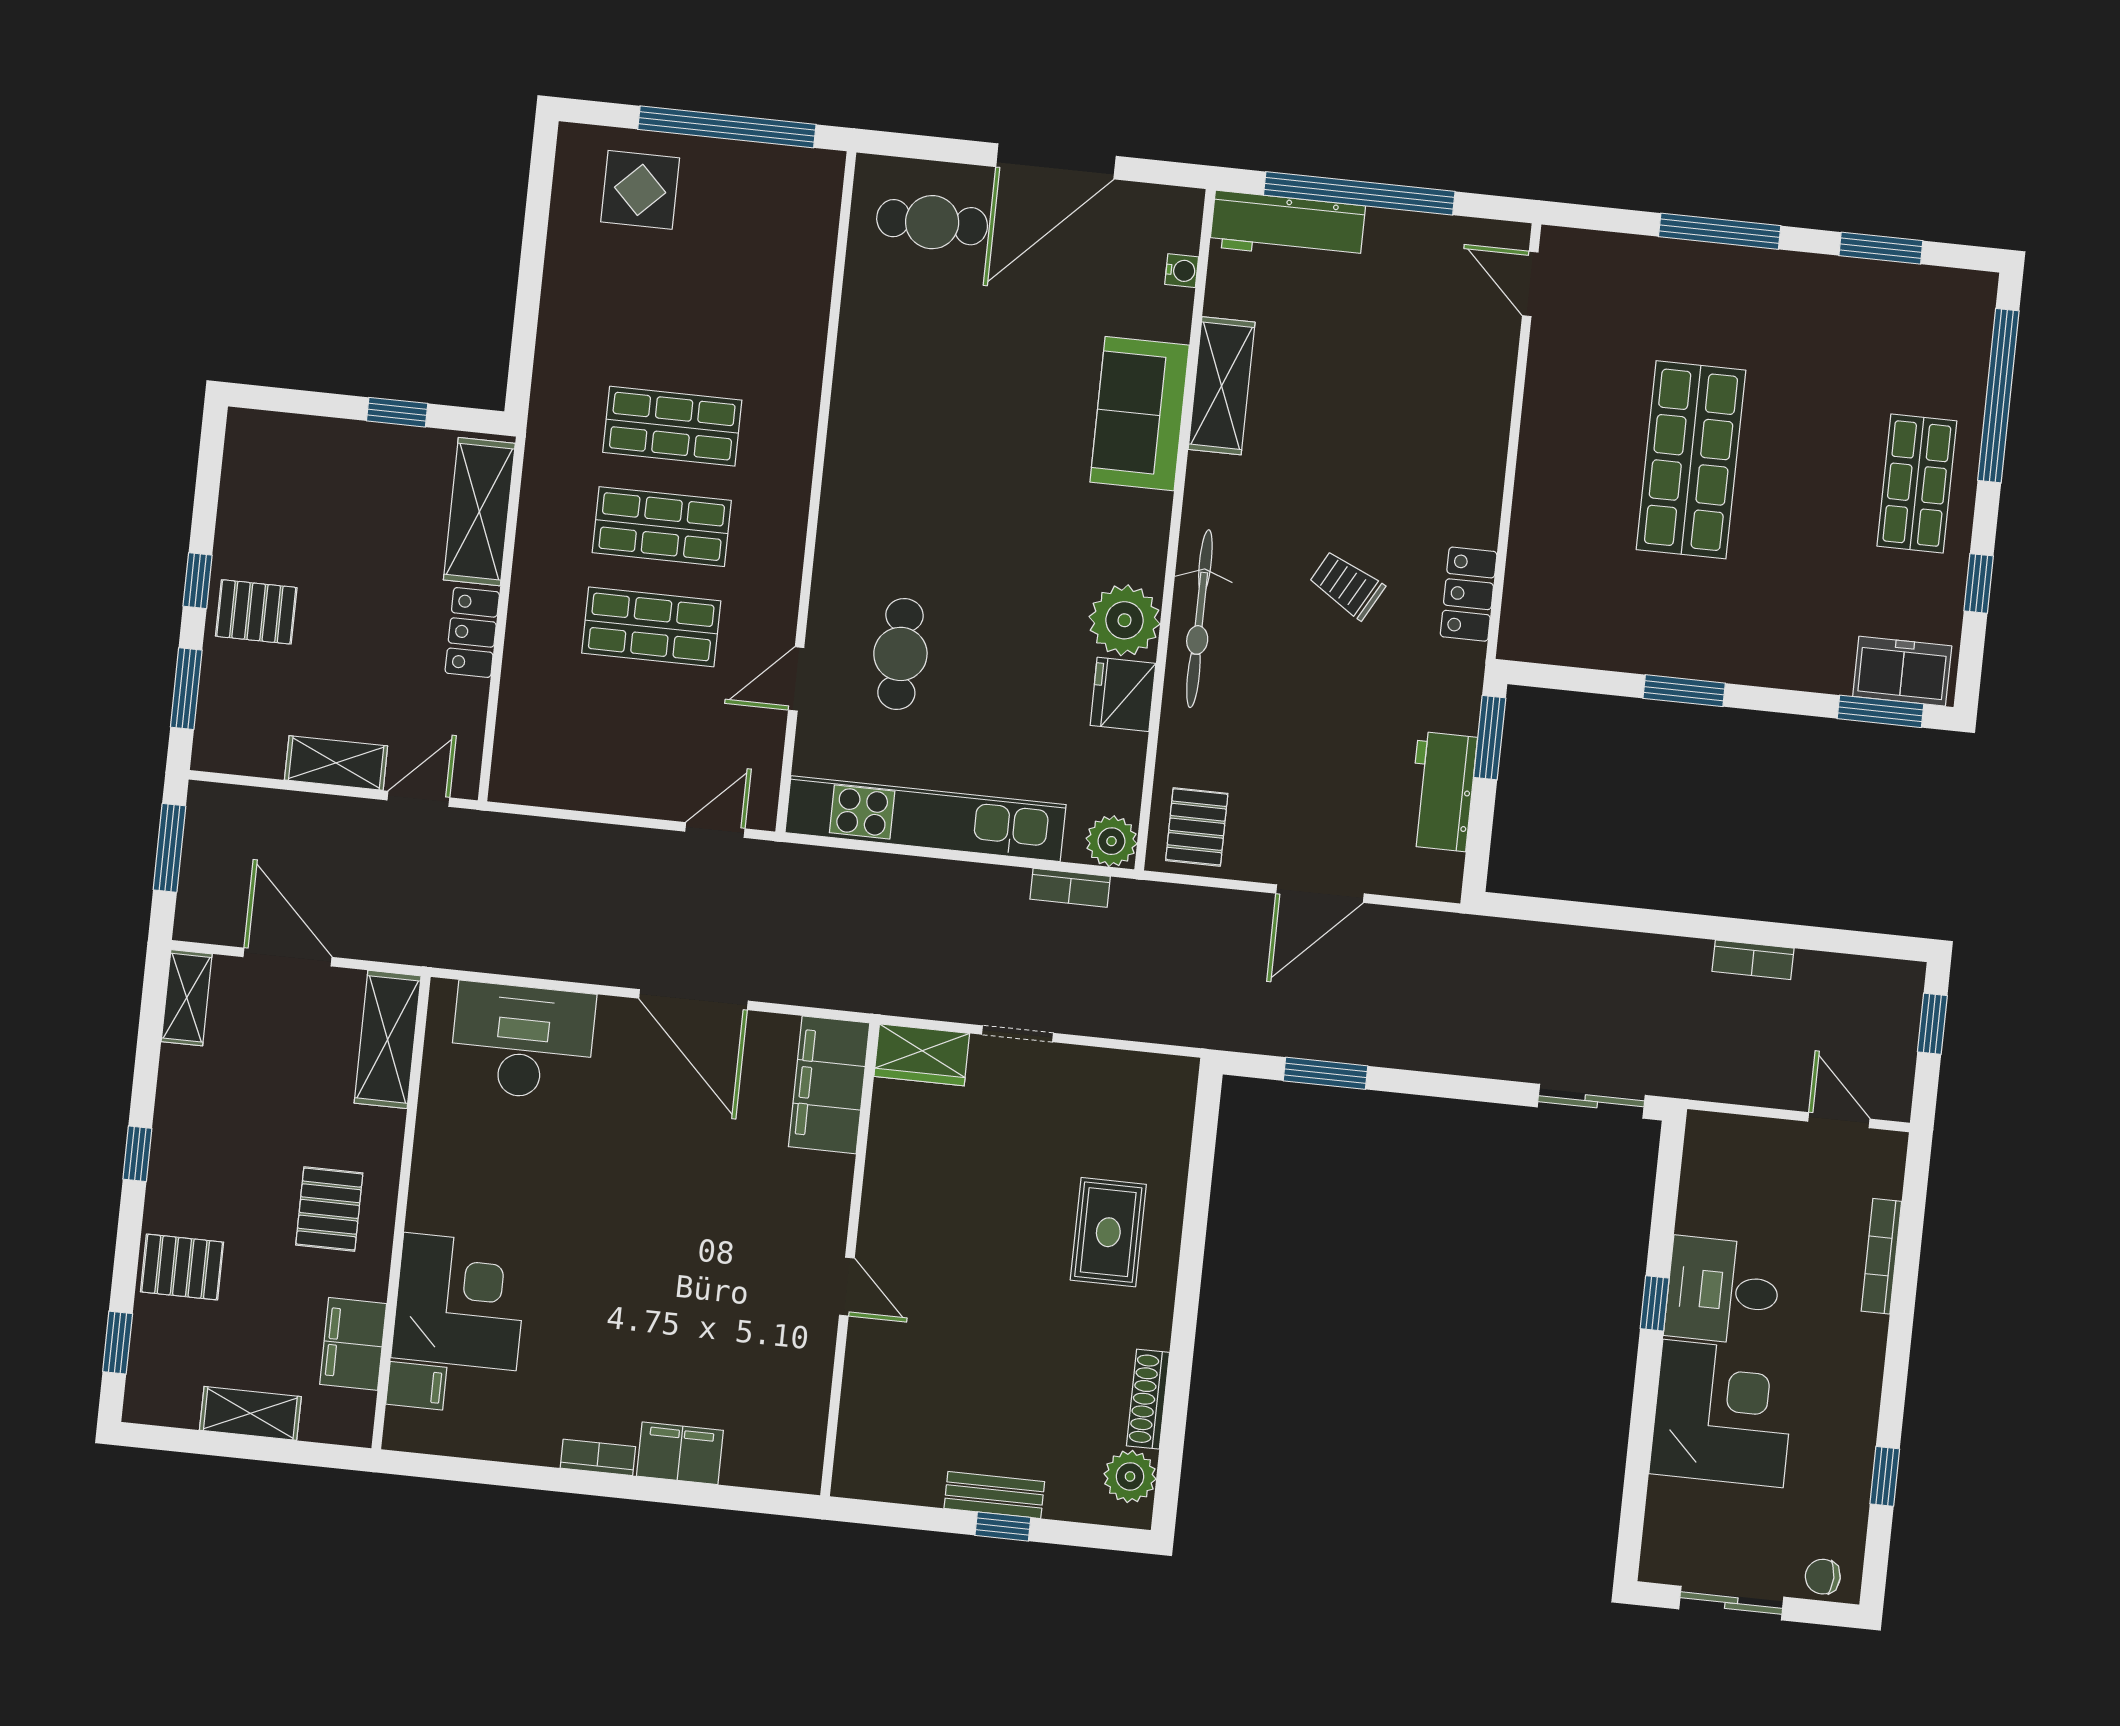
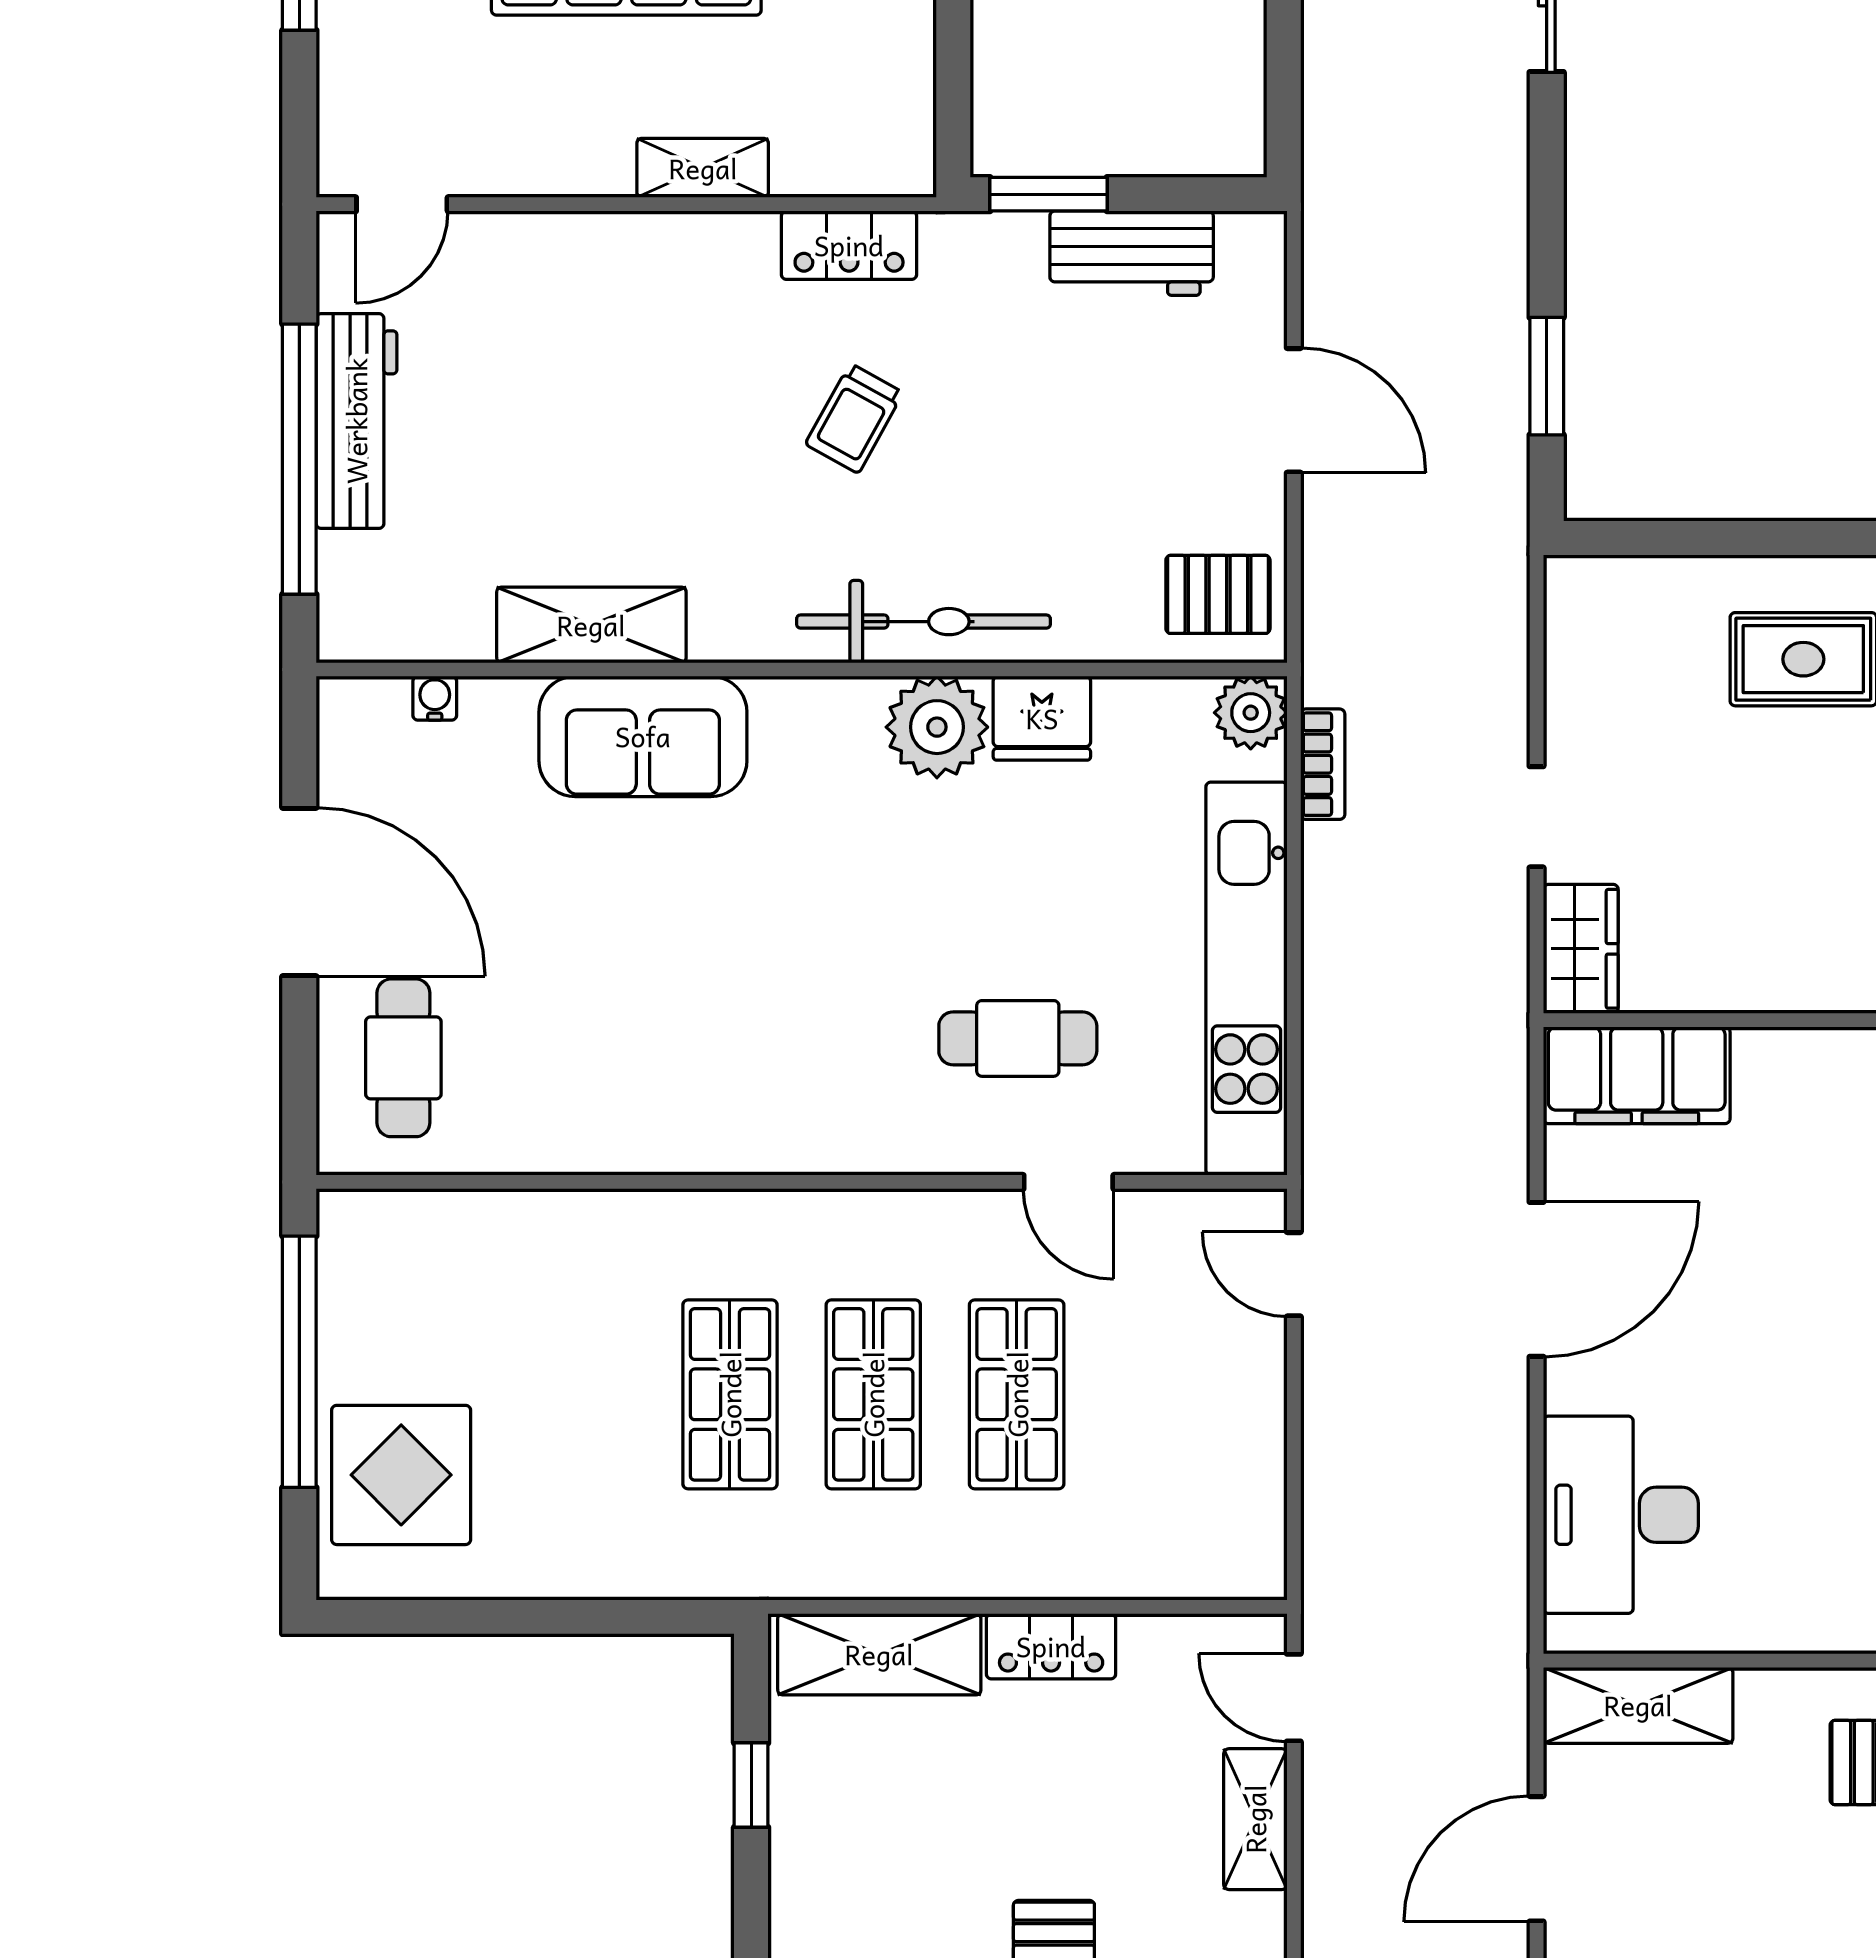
display table: (640, 190) -> (401, 1475), width x1.36, depth x1.36
workbench: (1288, 226) -> (356, 421), moved
shelving: (1533, 497) -> (703, 168), added

